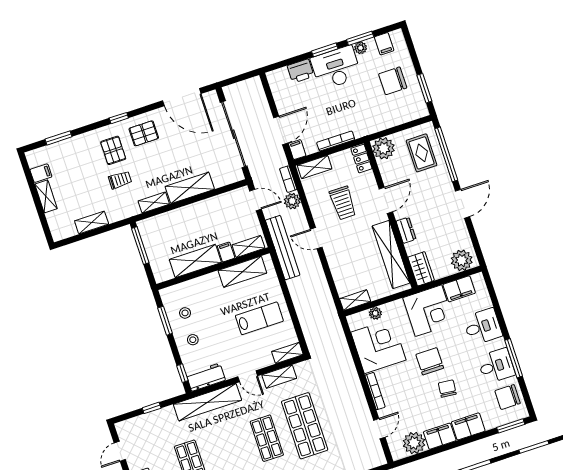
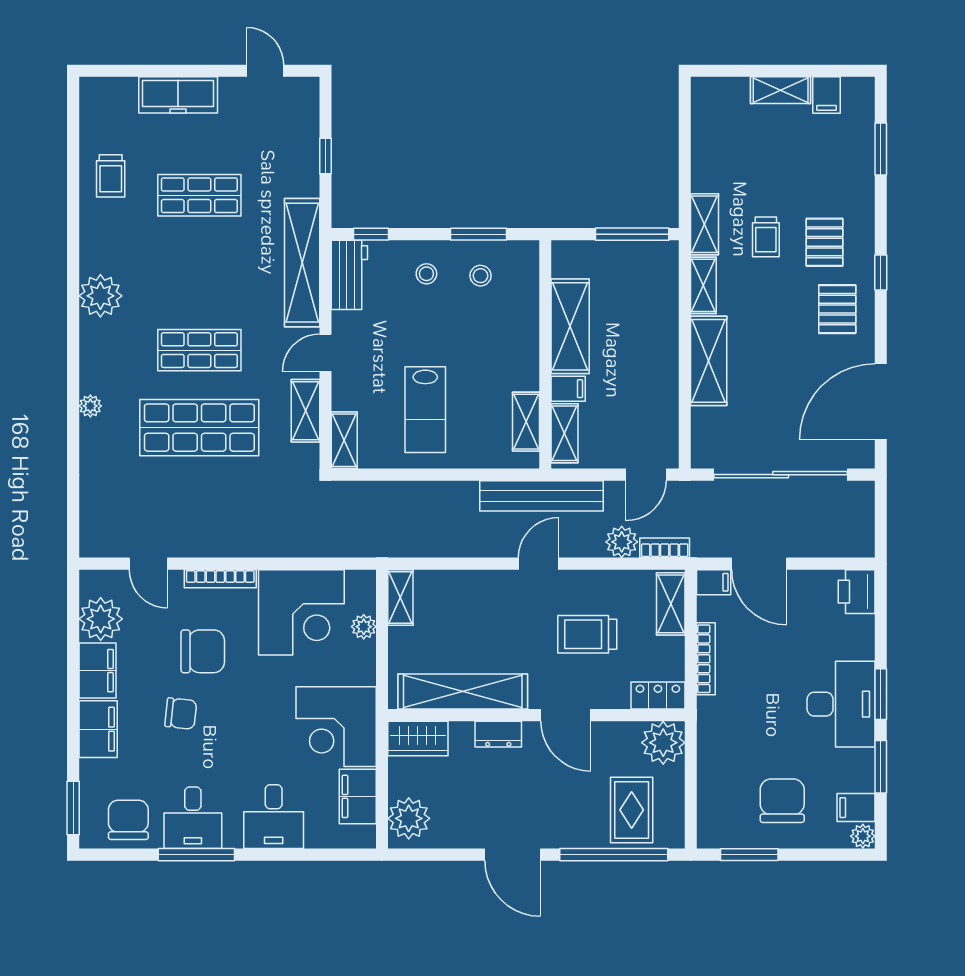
plant: (361, 48) -> (863, 836), moved
printer: (301, 71) -> (857, 592), moved
pallet: (113, 150) -> (824, 242), turned 90
rug: (422, 153) -> (632, 810), turned 90
shelving: (92, 223) -> (705, 224), moved
shelving: (242, 272) -> (526, 422), width x0.67, depth x0.75
chair: (430, 361) -> (203, 651), moved

